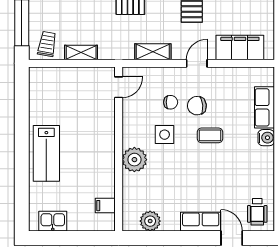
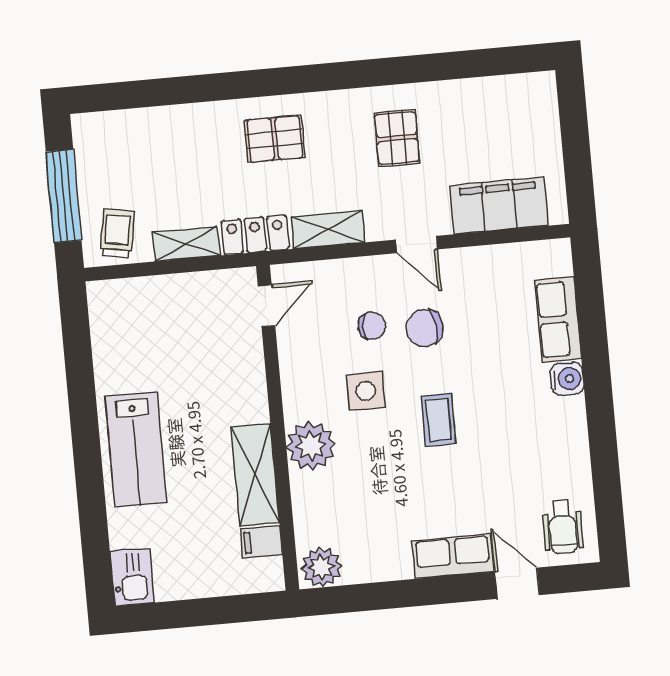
locker: (116, 51) -> (255, 235), added
door: (197, 63) -> (417, 244), swing flipped
coffee table: (210, 135) -> (438, 420), moved, turned 90
shelving: (105, 172) -> (255, 475), added
kitchen sink: (53, 221) -> (132, 577), moved, turned 90
plant: (150, 221) -> (322, 567), moved

